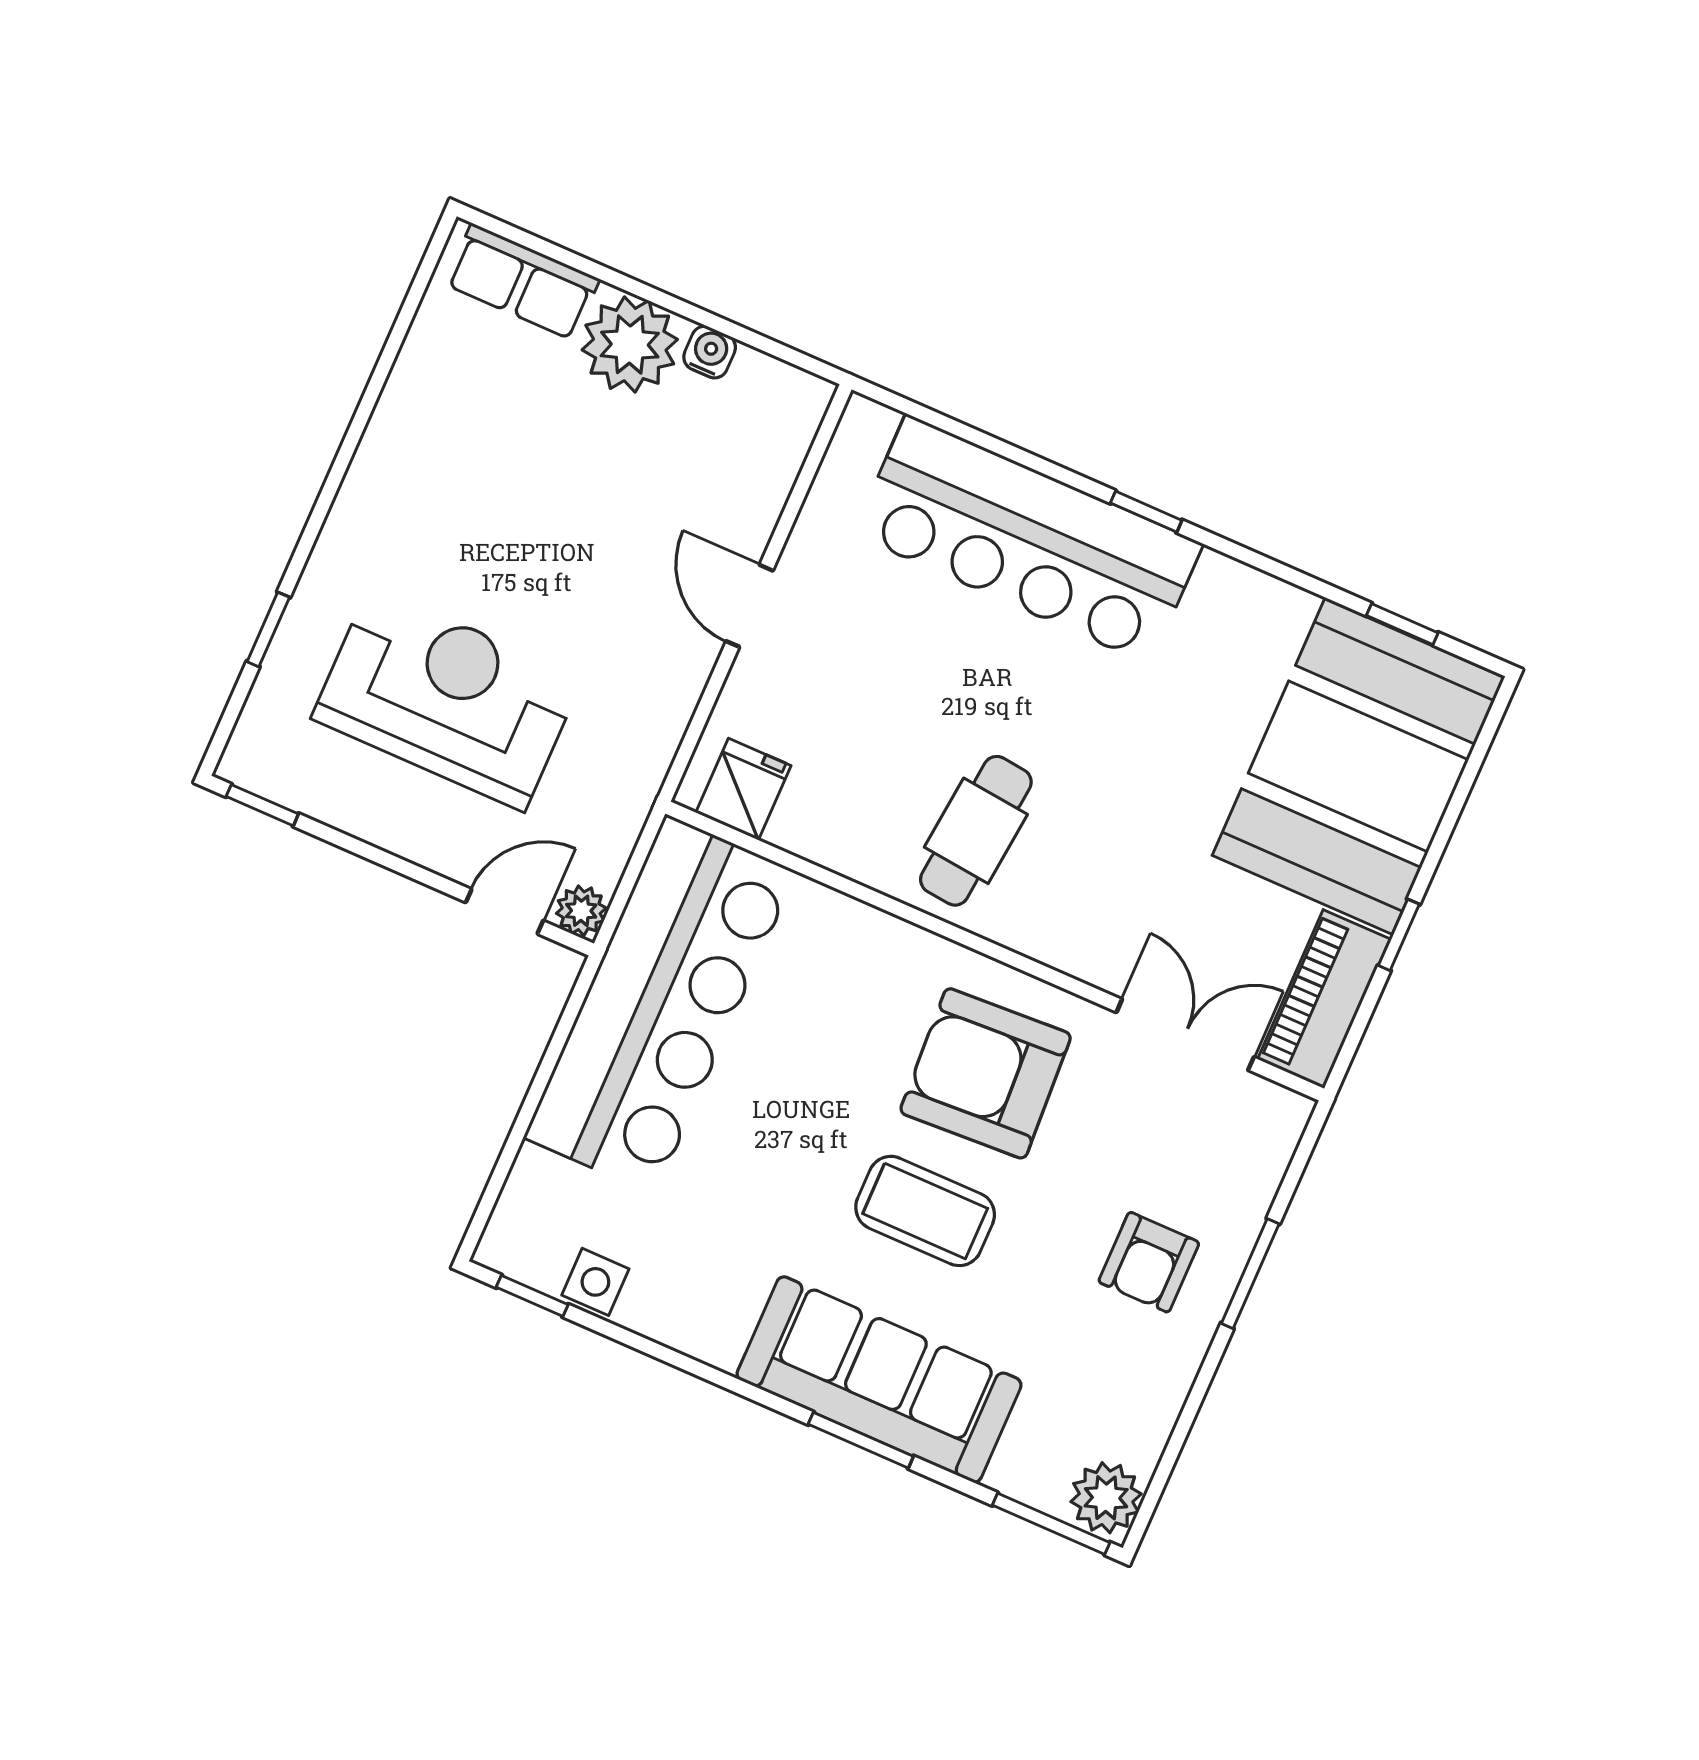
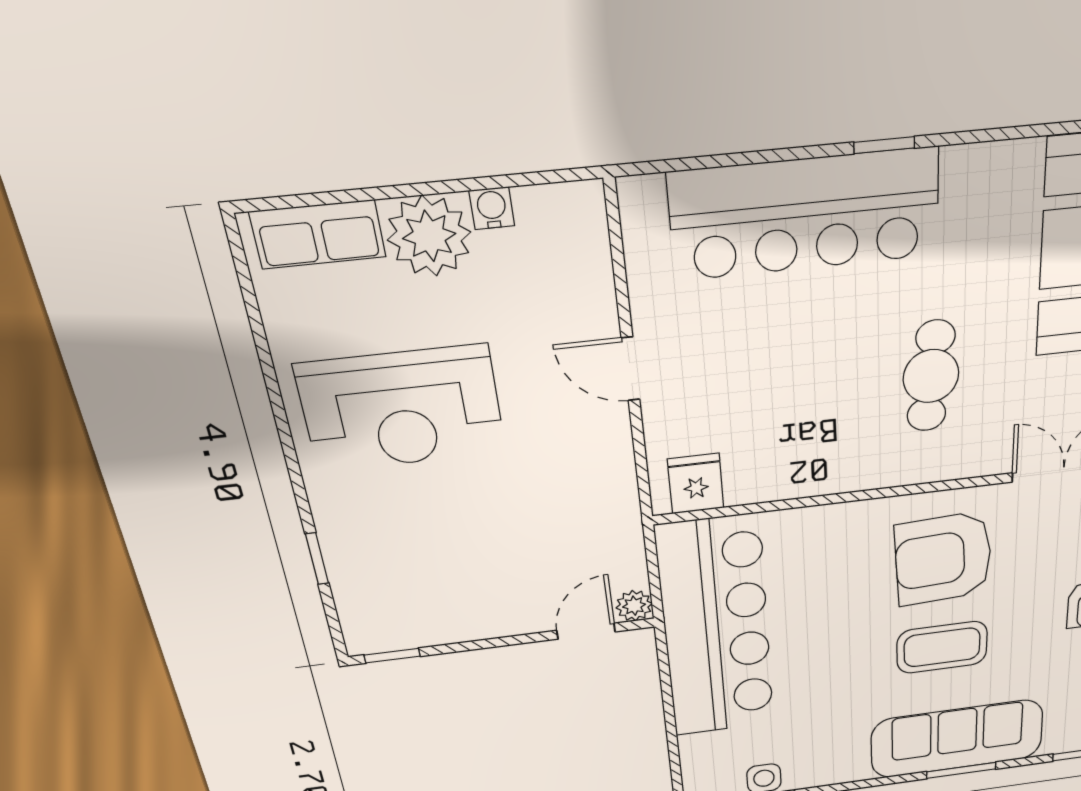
reception desk: (447, 698) -> (402, 409), moved, turned 180
cafe table: (976, 831) -> (931, 376), moved

